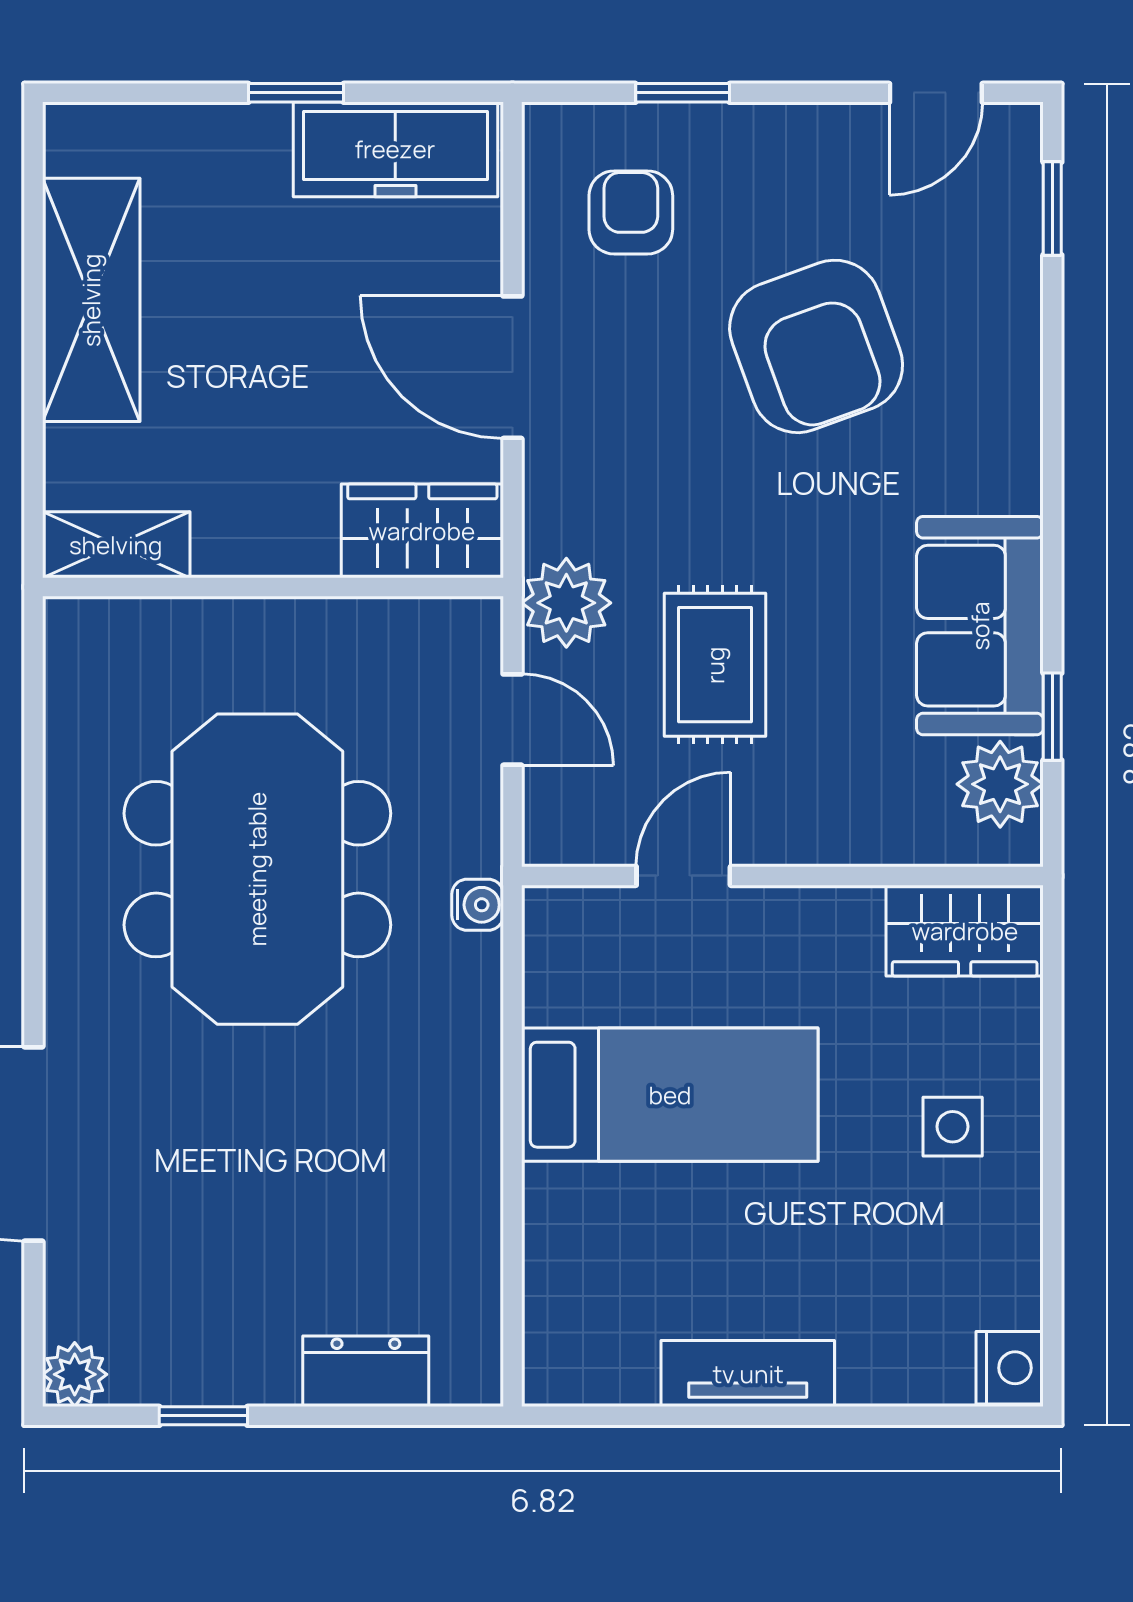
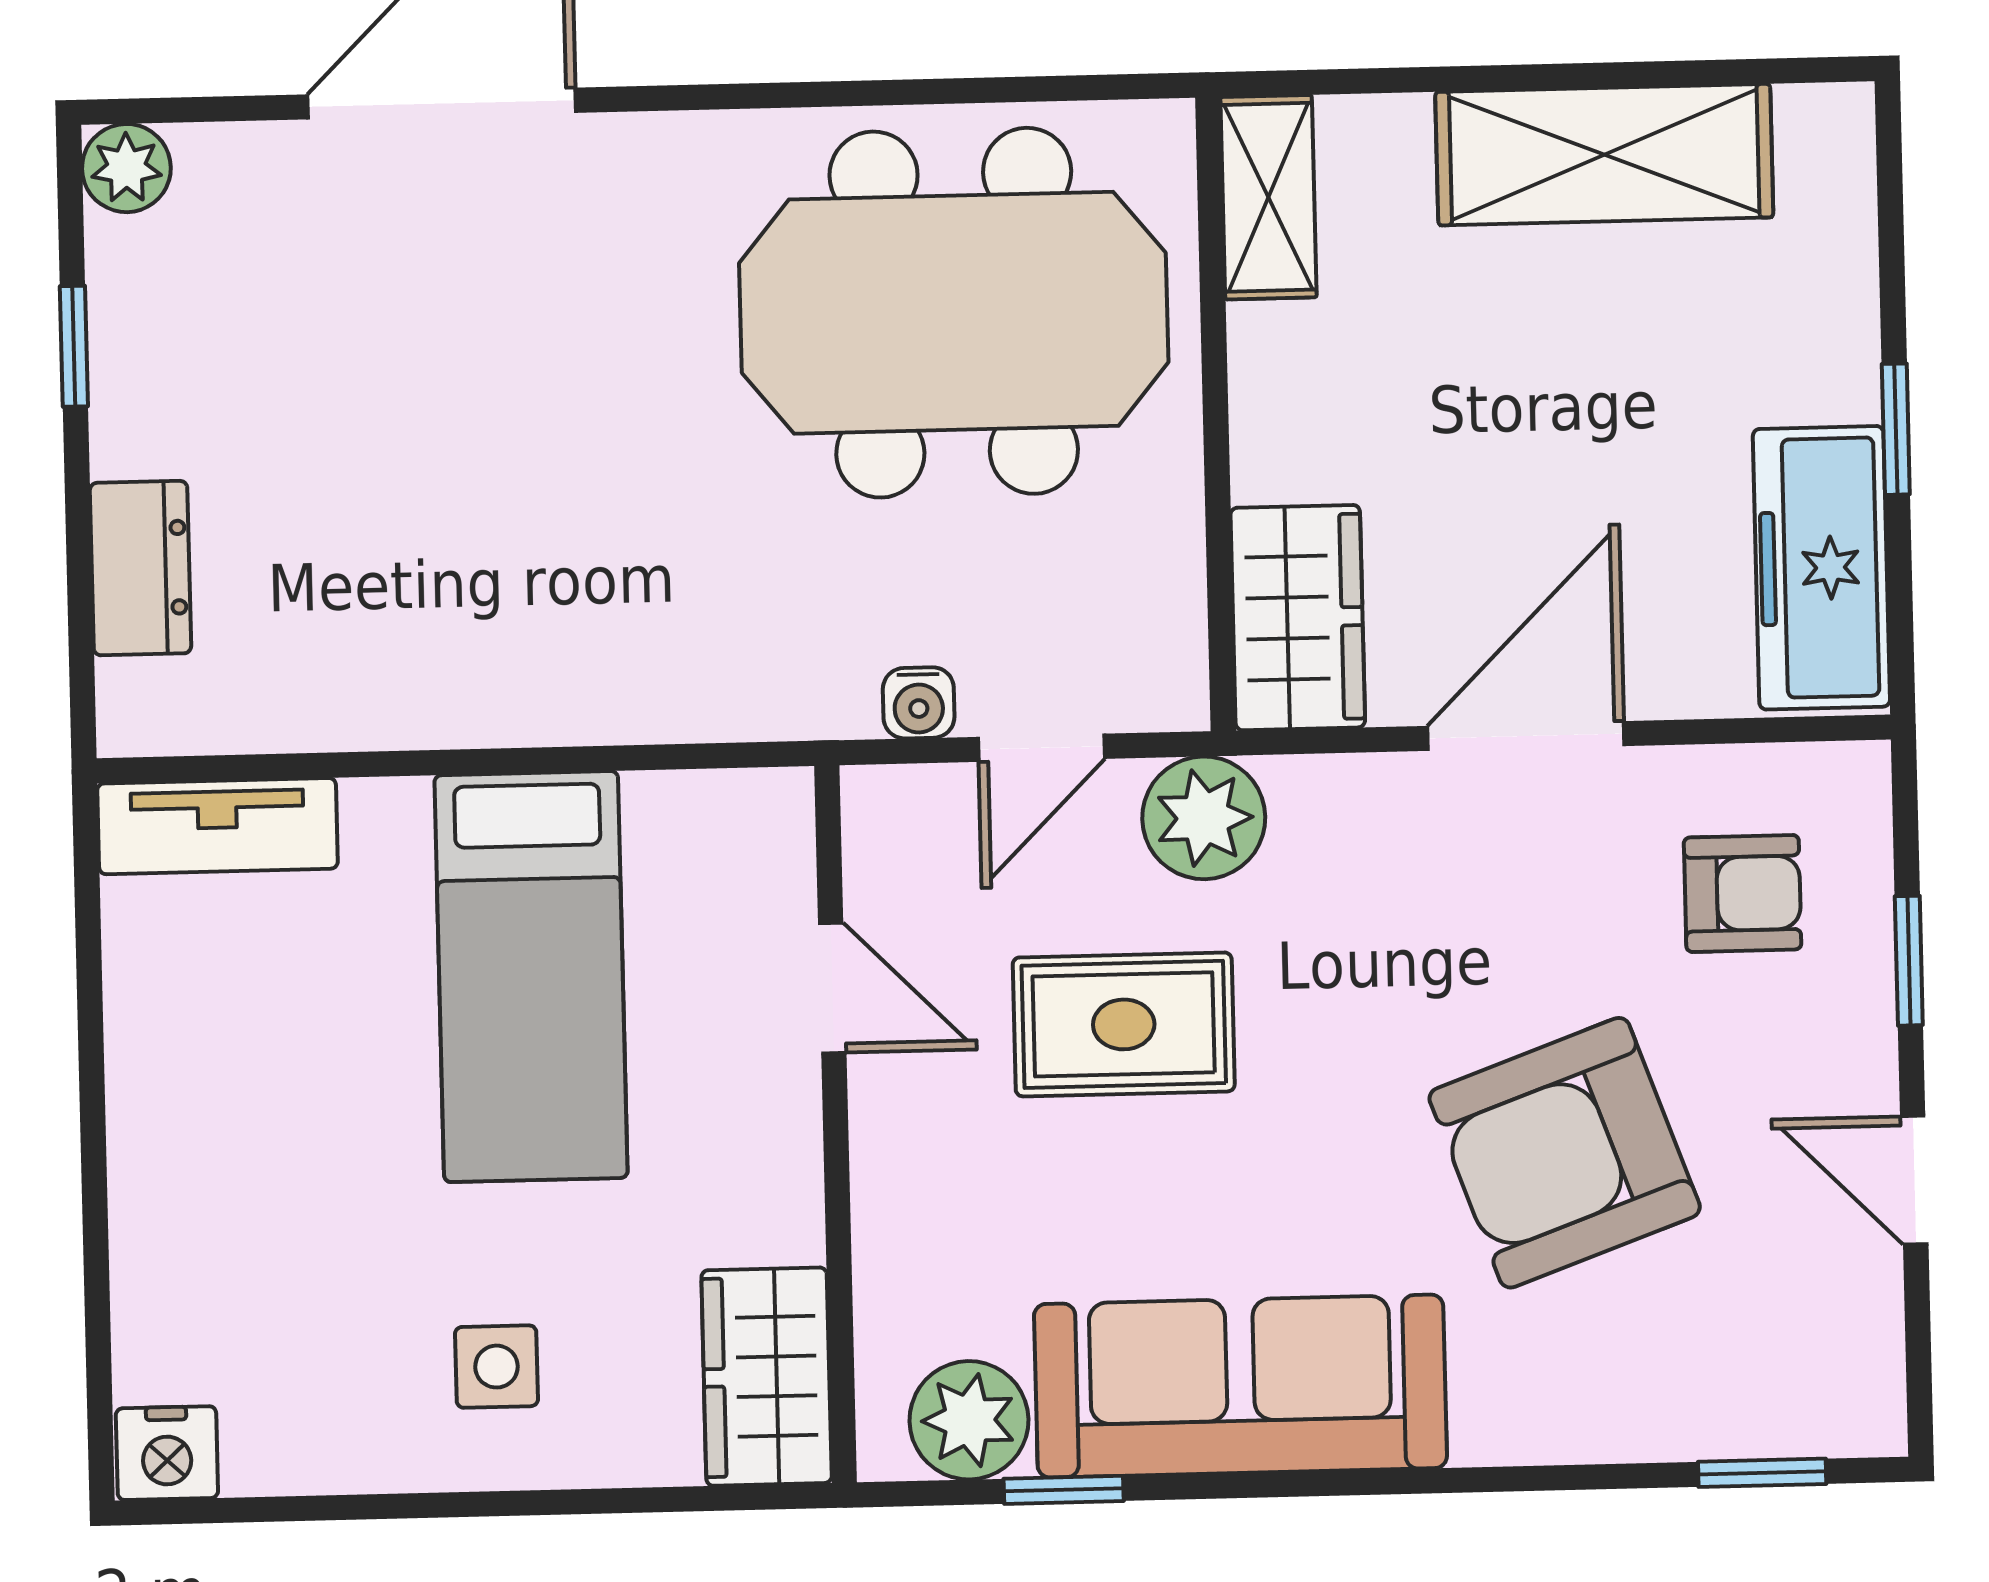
door: (936, 93) -> (1914, 1180), moved
sofa: (980, 626) -> (1240, 1386), width x1.36
meeting table: (257, 869) -> (954, 313), moved
water cooler: (478, 905) -> (919, 703), moved
tv unit: (748, 1374) -> (218, 826), moved, turned 90

